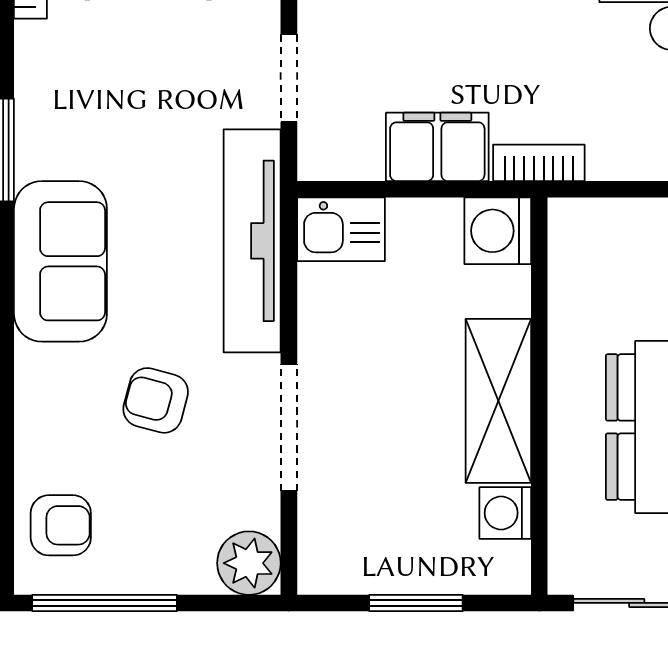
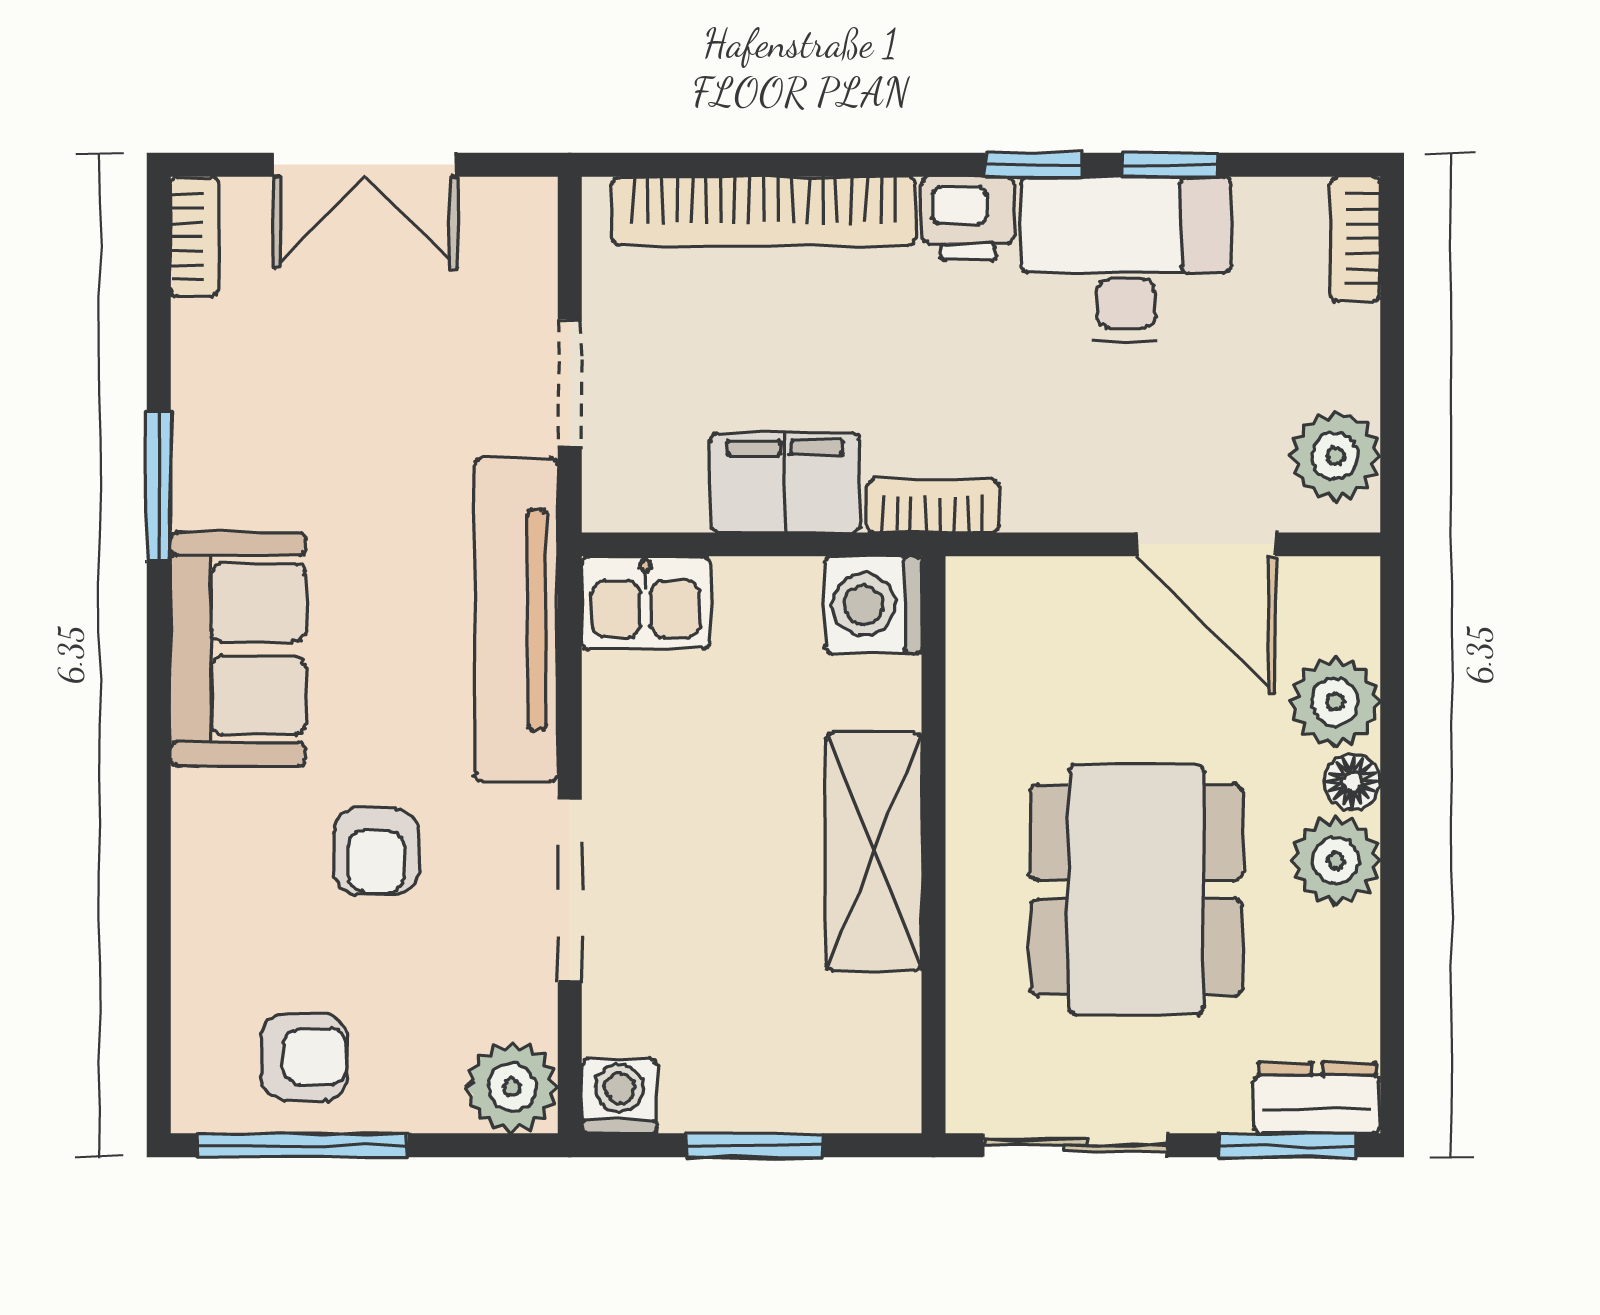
armchair: (156, 400) -> (376, 851), turned -105
washing machine: (505, 513) -> (619, 1096), moved, turned 90
armchair: (61, 525) -> (304, 1057), moved

